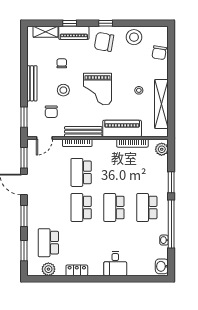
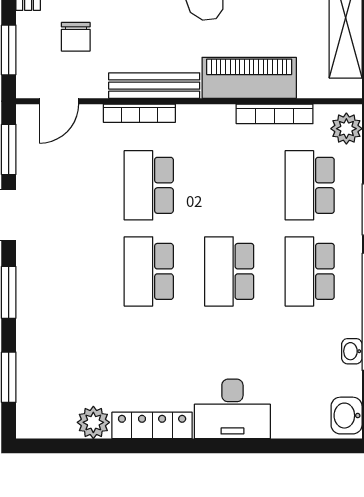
school desk: (48, 243) -> (310, 185), moved
desk: (115, 264) -> (232, 409), width x1.37
plant: (48, 269) -> (93, 422), moved
locker: (77, 270) -> (152, 425), width x1.53

